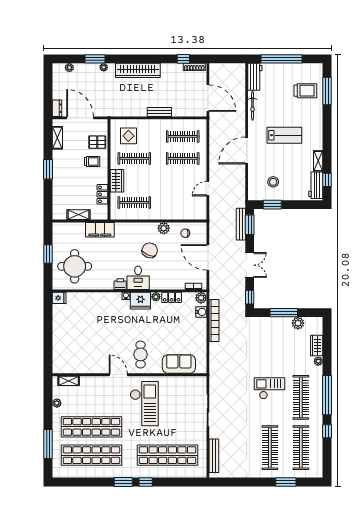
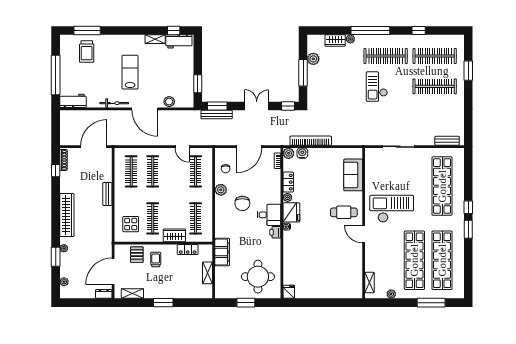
trolley: (305, 91) -> (87, 52), turned 180
bicycle: (253, 106) -> (114, 103), moved
stool: (273, 182) -> (169, 102), moved
clothes rail: (183, 202) -> (196, 171), added
chair: (150, 250) -> (242, 203), turned -113
door: (118, 375) -> (364, 234), hinge flipped
window: (327, 395) -> (370, 30), moved
bench: (214, 456) -> (447, 141), width x0.73

